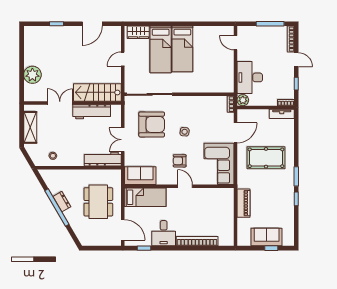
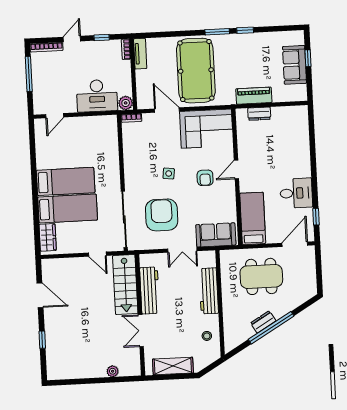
door: (123, 59) -> (97, 254), moved
plant: (32, 75) -> (113, 371), width x0.53, depth x0.53
pool table: (266, 158) -> (196, 71), width x1.36, depth x1.32
workbench: (103, 159) -> (209, 291), moved
sofa: (140, 176) -> (216, 235), moved, turned 90
dresser: (229, 207) -> (259, 114), added
bookcase: (197, 241) -> (304, 151), removed

